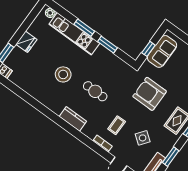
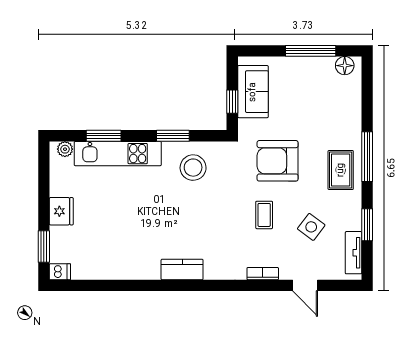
window: (84, 28) -> (104, 136), moved
stool: (63, 74) -> (193, 168), moved
cafe table: (95, 91) -> (202, 210), removed
kitchen counter: (73, 119) -> (182, 269), moved
coffee table: (117, 125) -> (264, 215), moved

